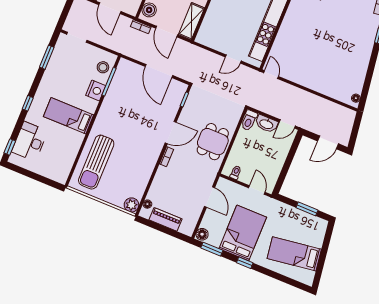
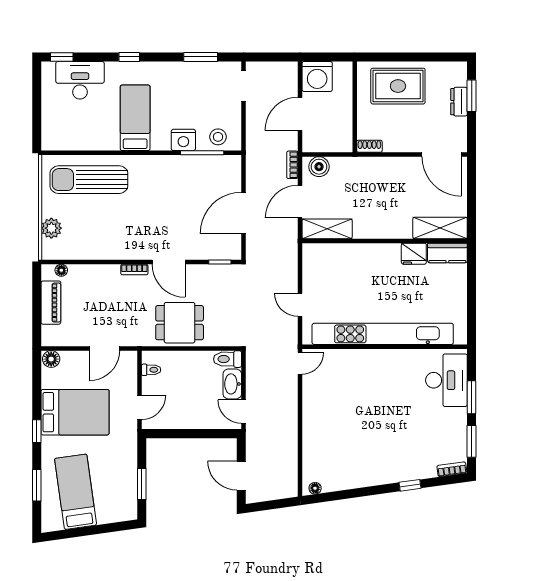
plant: (131, 205) -> (51, 228), moved
window: (212, 249) -> (37, 485), moved

